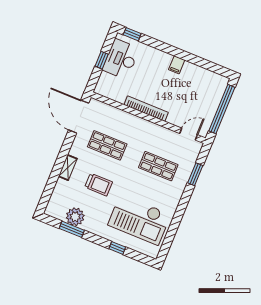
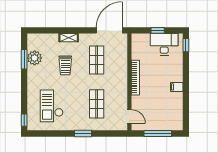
window: (222, 109) -> (158, 133), width x0.68
window: (195, 174) -> (83, 133), moved
checkout: (139, 220) -> (52, 106), width x0.73, depth x0.83
window: (117, 248) -> (24, 120), moved

